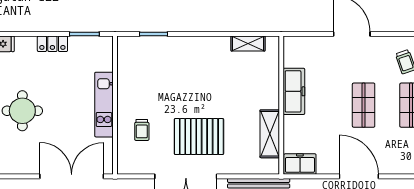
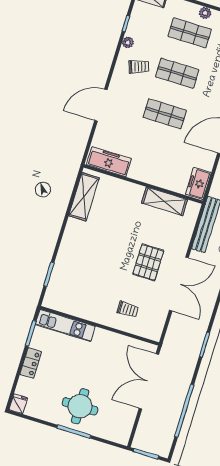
shelving: (248, 43) -> (84, 197), width x1.50, depth x1.33
freezer: (294, 91) -> (109, 162), moved
kitchen unit: (104, 105) -> (65, 325), moved
pallet: (199, 137) -> (148, 262), width x0.73, depth x0.71

